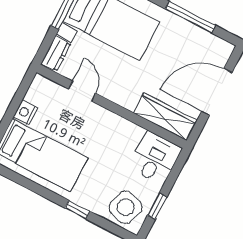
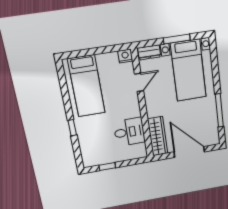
nightstand: (25, 112) -> (125, 56), moved
desk: (155, 158) -> (129, 132), moved
side table: (126, 207) -> (94, 151), removed

